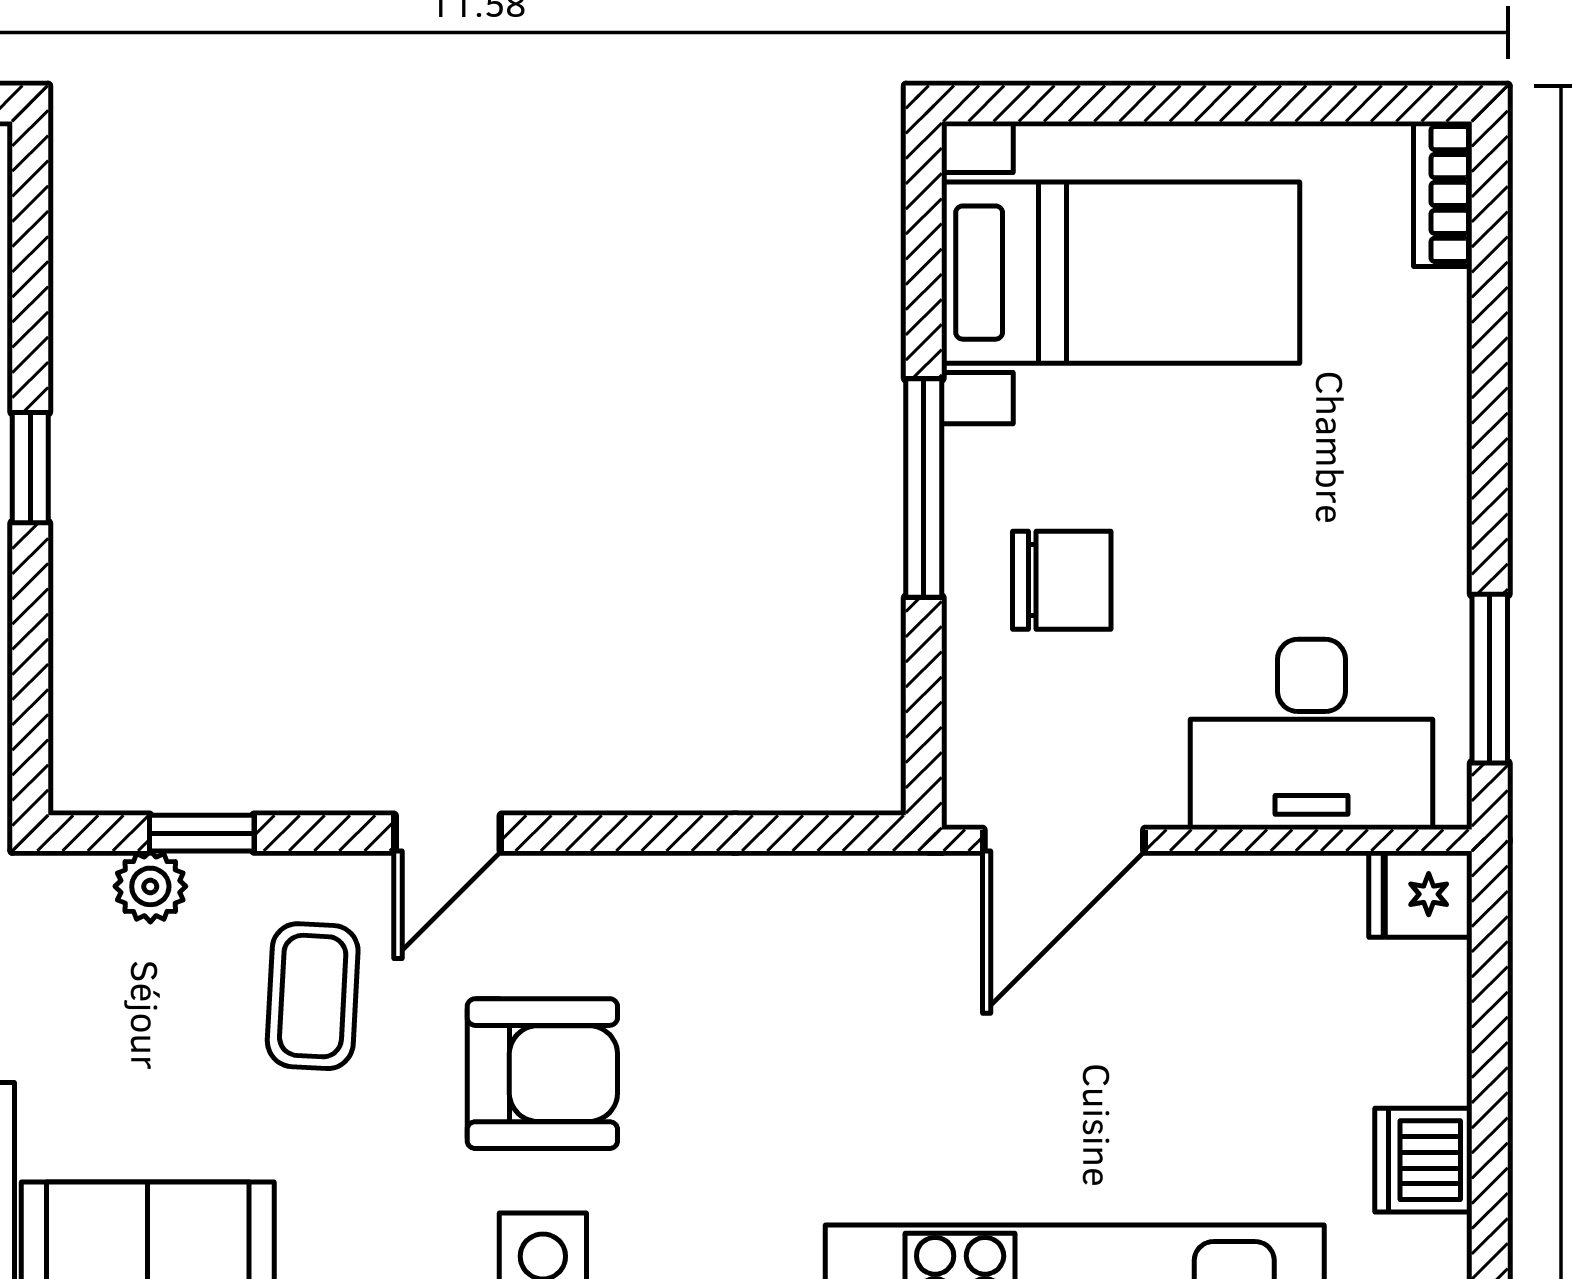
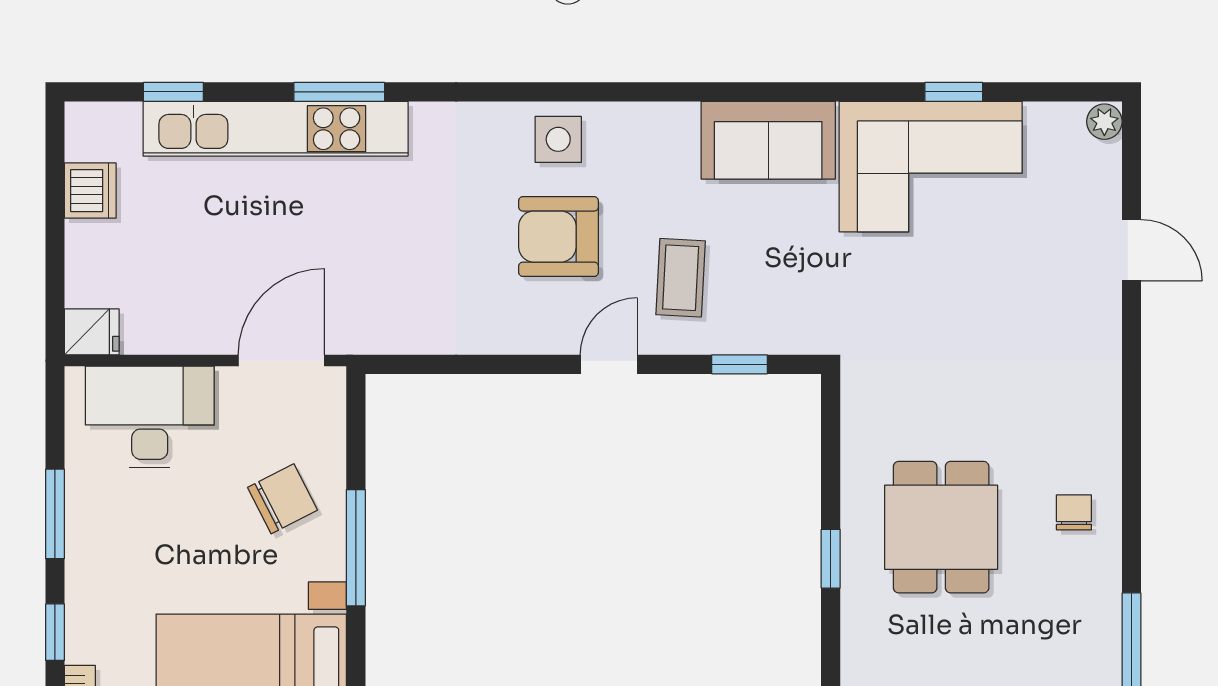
window: (1490, 329) -> (55, 632), added
chair: (1062, 580) -> (283, 499), turned 153
window: (1490, 679) -> (55, 514), moved
plant: (150, 886) -> (767, 336), removed

